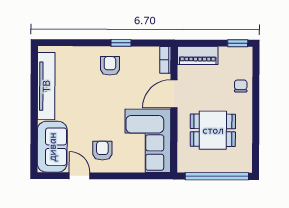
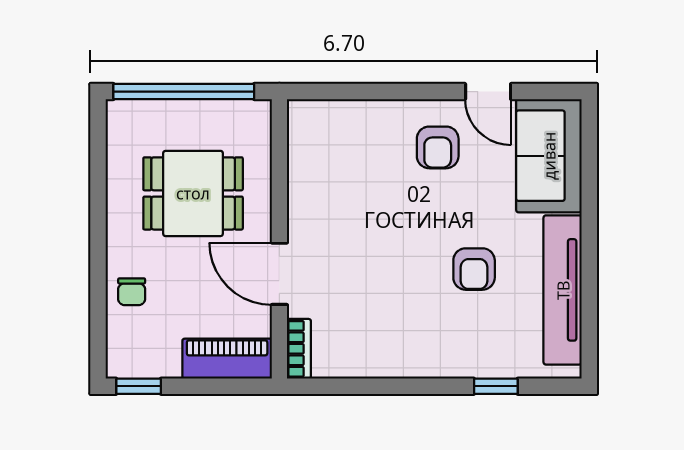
window: (121, 43) -> (496, 386), moved
armchair: (110, 66) -> (474, 269), moved
door: (174, 94) -> (279, 274), swing flipped
corner sofa: (148, 141) -> (337, 170), removed

